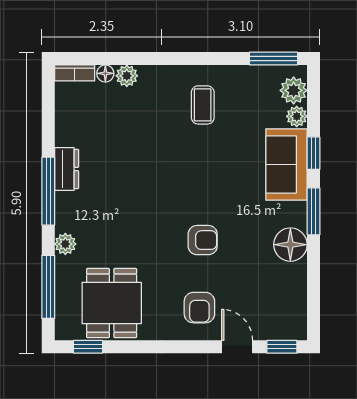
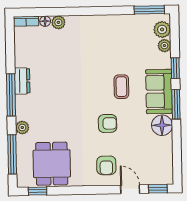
coffee table: (203, 105) -> (121, 87), moved
sofa: (286, 164) -> (159, 91), moved

